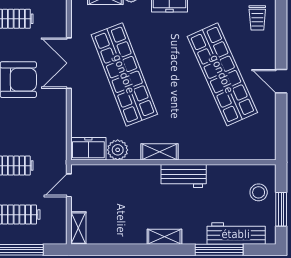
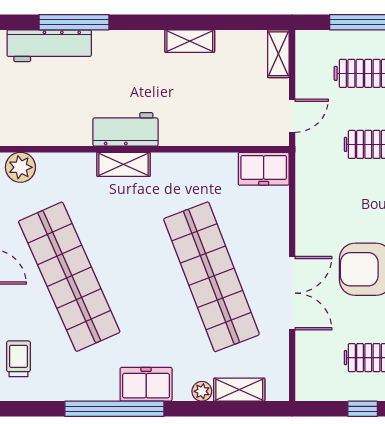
plant: (118, 150) -> (20, 167), moved
shelving: (160, 152) -> (124, 164), moved
stool: (259, 192) -> (17, 106), removed
shelving: (164, 237) -> (190, 41), moved

